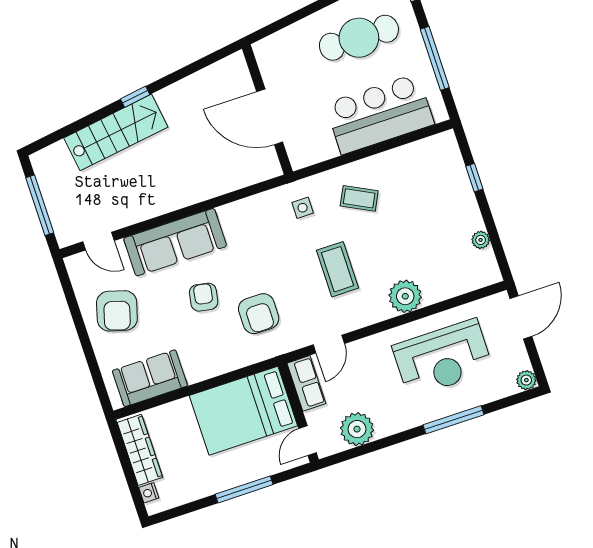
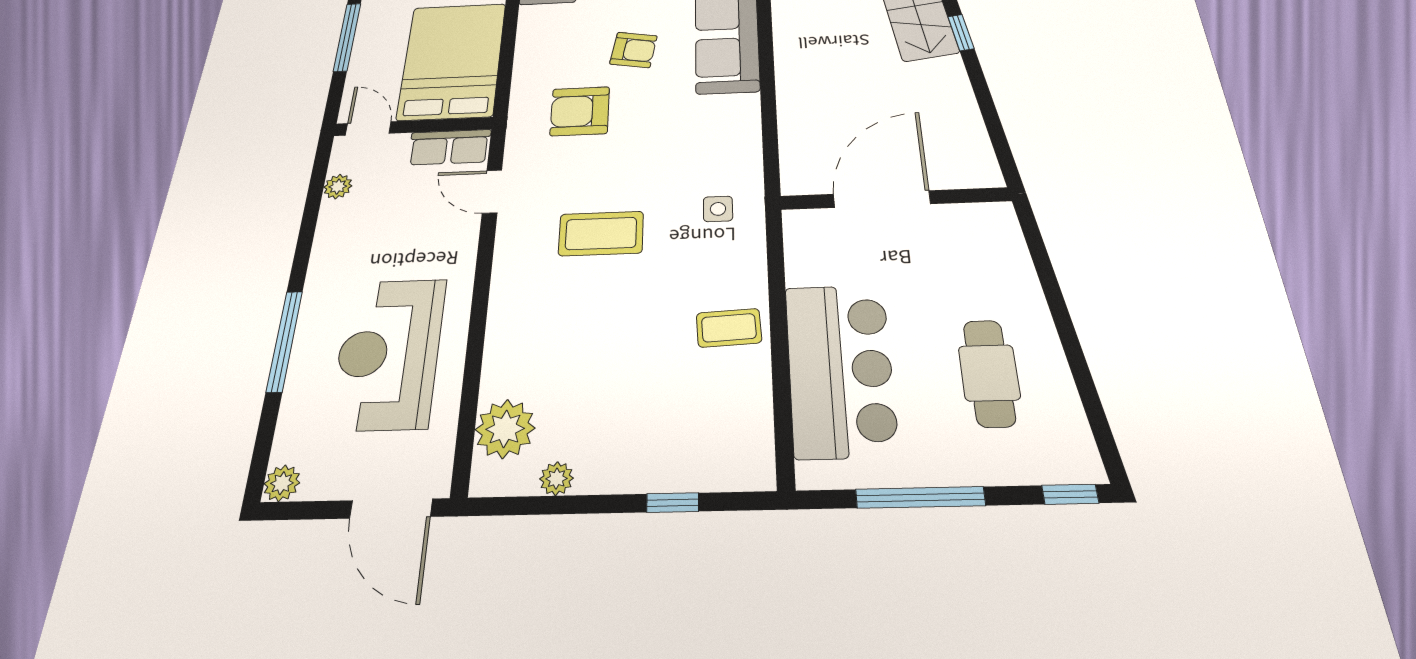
cafe table: (359, 38) -> (989, 373), width x0.73, depth x0.74
coffee table: (359, 198) -> (729, 328), moved, turned 60
plant: (405, 296) -> (505, 429), moved
plant: (357, 429) -> (338, 186), width x0.53, depth x0.53

